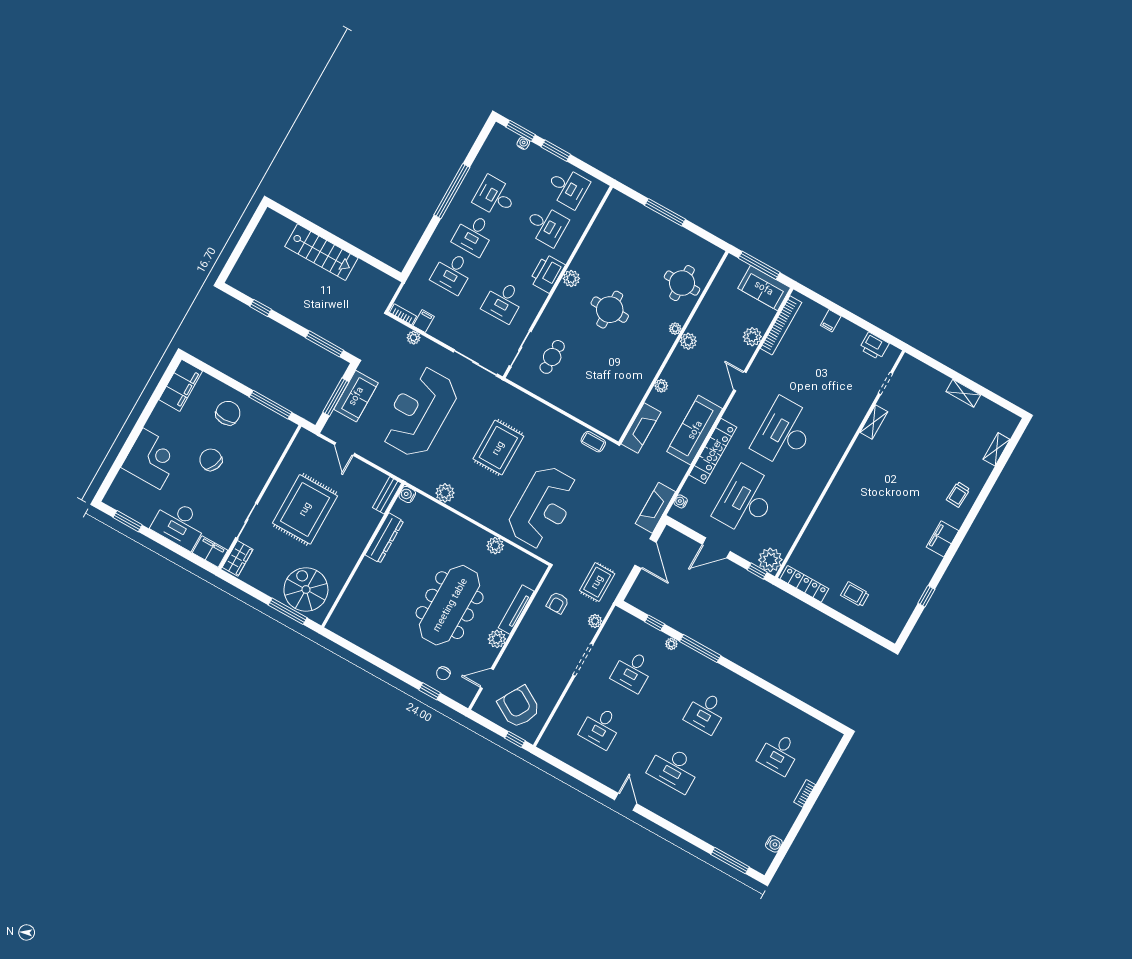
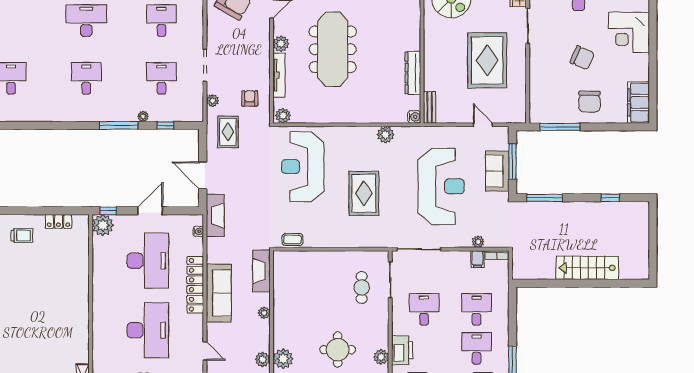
plant: (675, 329) -> (283, 359), width x1.88, depth x1.88
plant: (495, 546) -> (283, 116), moved
locker: (804, 584) -> (59, 221), width x0.66

